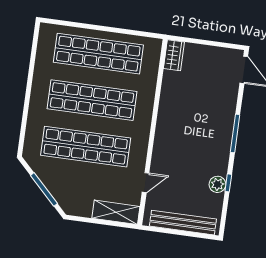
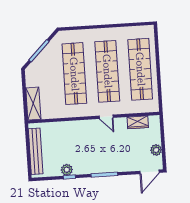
plant: (215, 54) -> (156, 150), added
wardrobe: (174, 55) -> (138, 122), moved
door: (146, 183) -> (106, 117), moved

